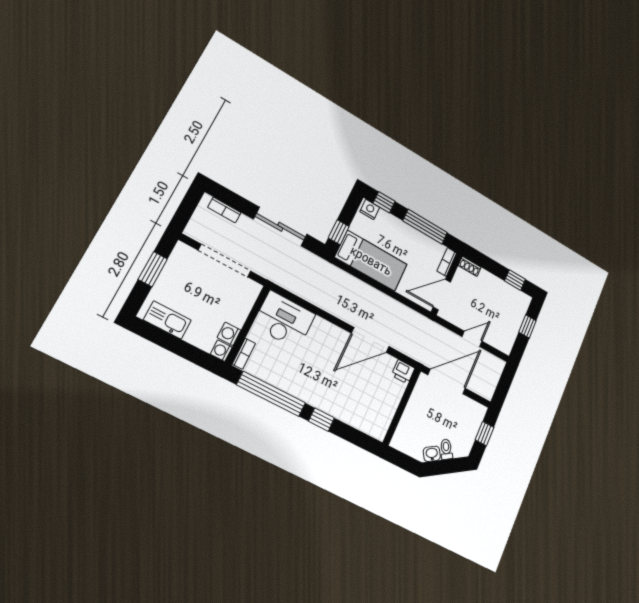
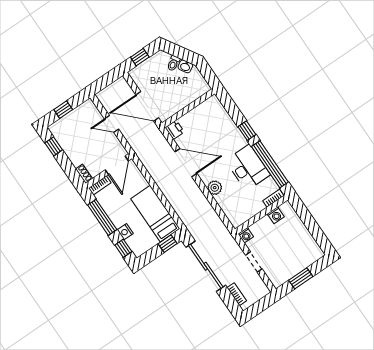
nightstand: (370, 209) -> (125, 232), moved
sliding door: (280, 227) -> (206, 266), width x1.36
doorway: (225, 261) -> (254, 262), width x0.53
door: (442, 295) -> (117, 165), hinge flipped
kitchen sink: (167, 320) -> (308, 243), removed
desk: (284, 320) -> (248, 168), moved, turned 180
plant: (321, 328) -> (215, 188), added
washing machine: (221, 351) -> (246, 235), moved

